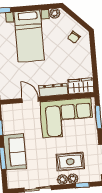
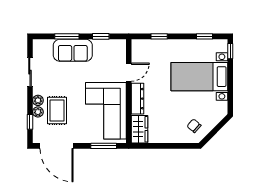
plant: (55, 13) -> (222, 107), removed

